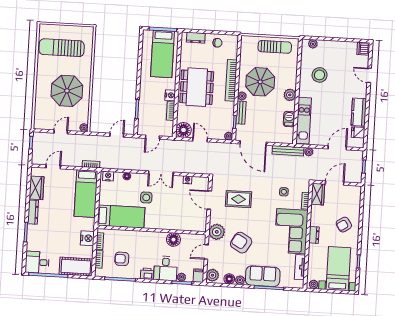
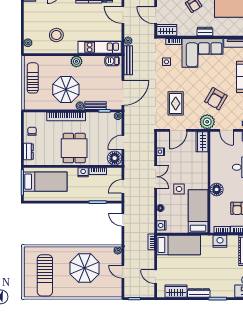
dining table: (197, 87) -> (74, 148), width x0.73
barbecue: (289, 119) -> (112, 61), moved
door: (152, 137) -> (123, 186), swing flipped
wardrobe: (196, 225) -> (202, 142), added
floor lamp: (173, 240) -> (217, 189), moved

